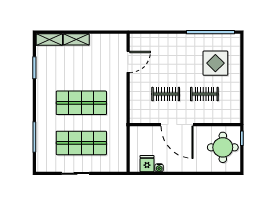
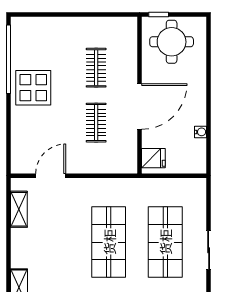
shelving: (76, 39) -> (19, 209), moved
door: (128, 62) -> (51, 176), hinge flipped
display table: (215, 63) -> (33, 88), moved
fridge: (147, 164) -> (153, 158), moved, turned 180

